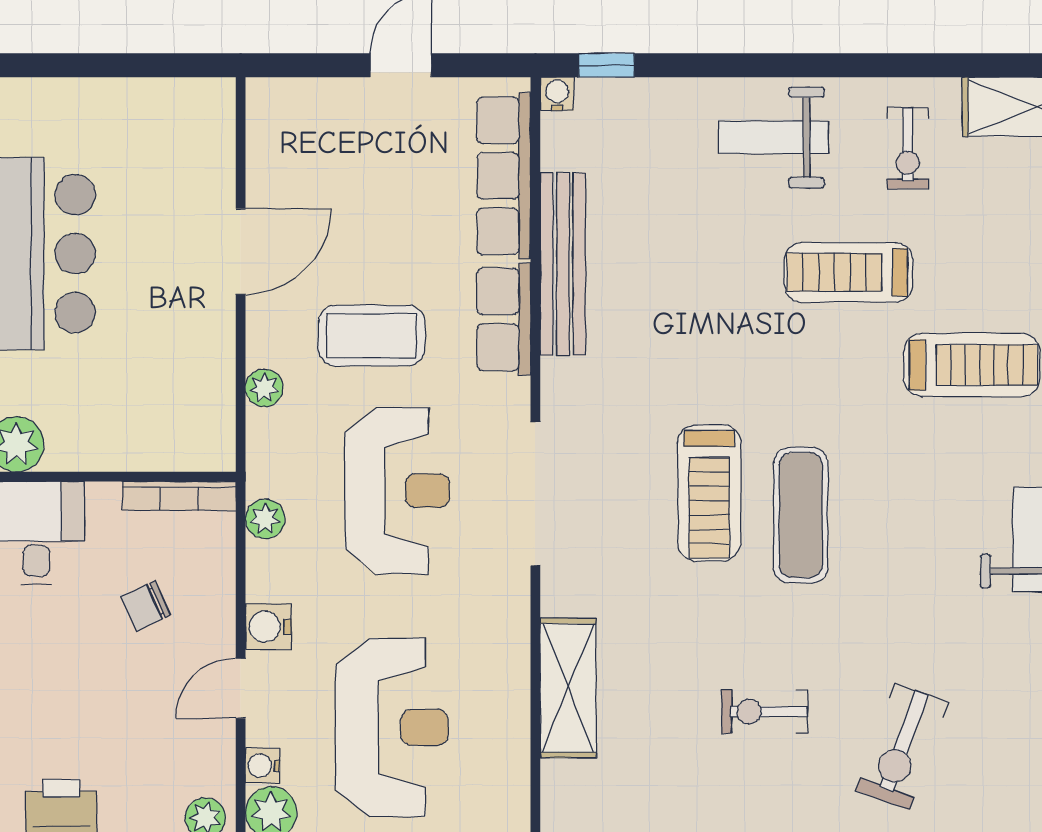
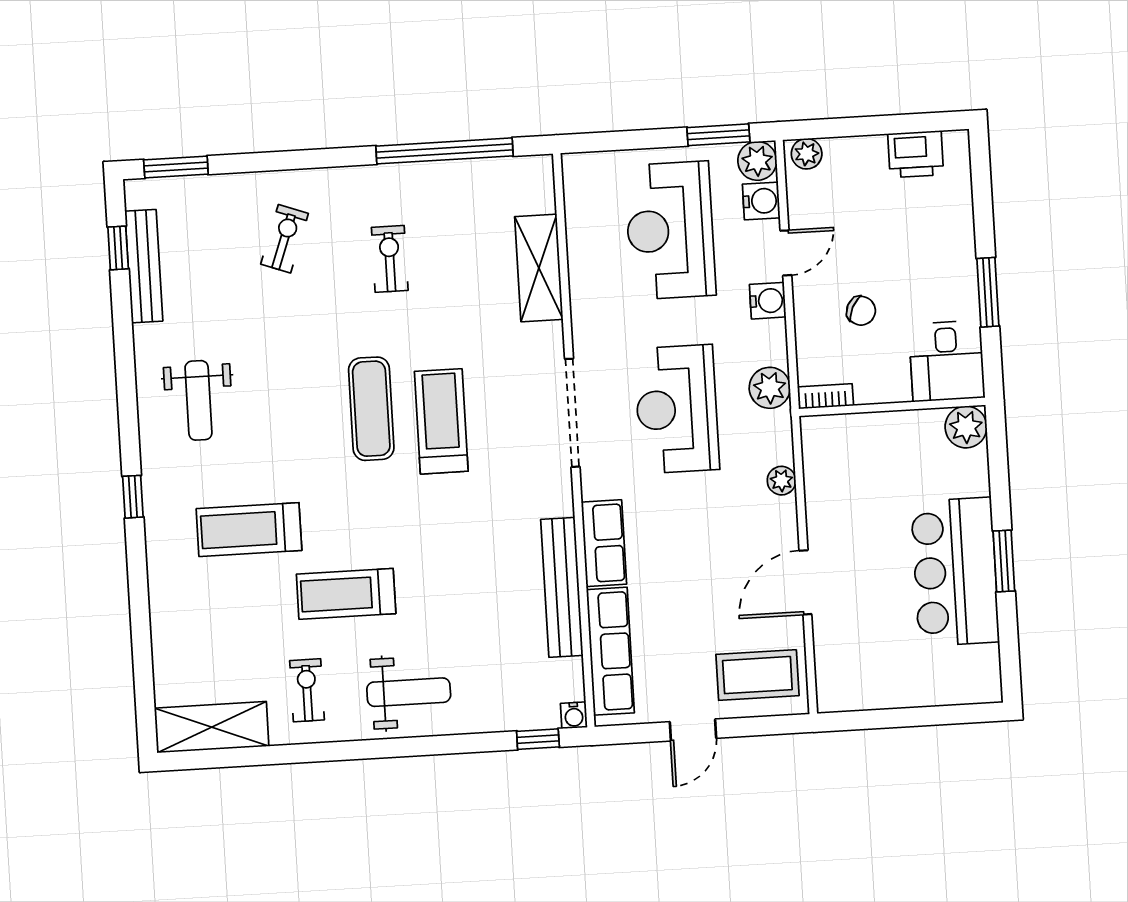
treadmill: (849, 272) -> (346, 594), turned 180
coffee table: (372, 336) -> (757, 675), moved
bookcase: (179, 496) -> (825, 396), width x0.64
plant: (265, 519) -> (770, 388), width x1.38, depth x1.38
chair: (146, 606) -> (861, 311), turned 51
exercise bike: (765, 712) -> (390, 259), turned -90
exercise bike: (902, 746) -> (284, 239), width x0.73, depth x0.72
water cooler: (263, 766) -> (761, 201), width x1.38, depth x1.38

